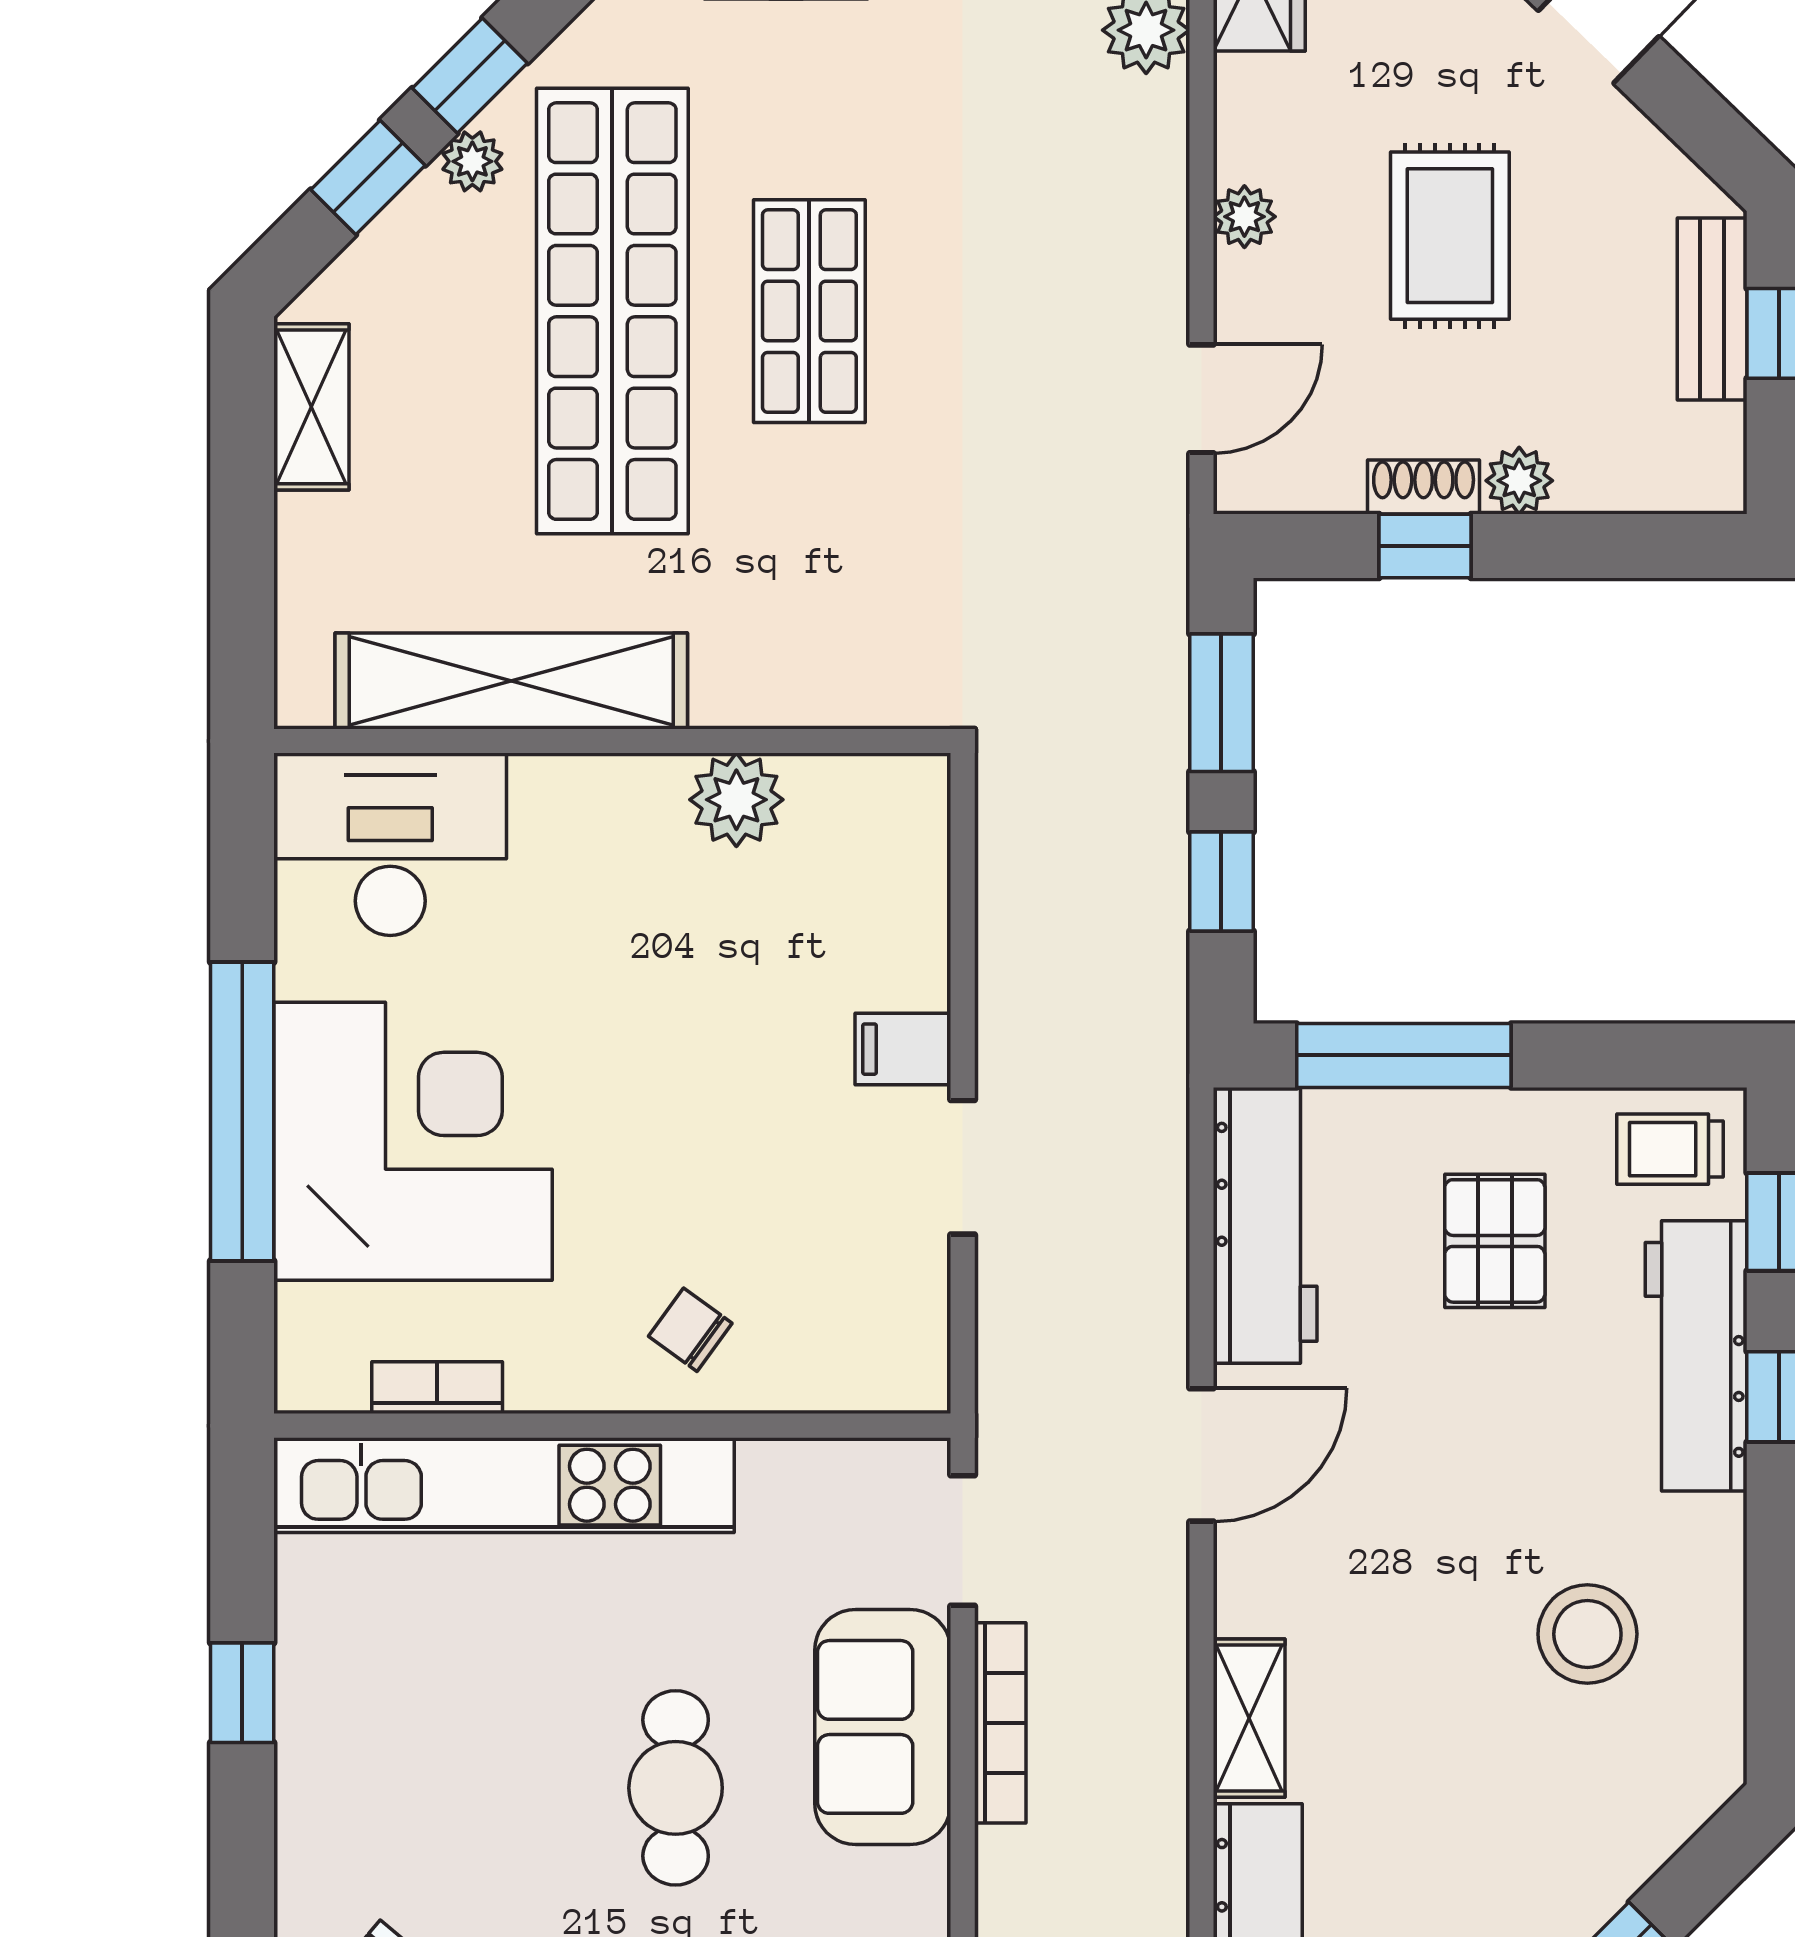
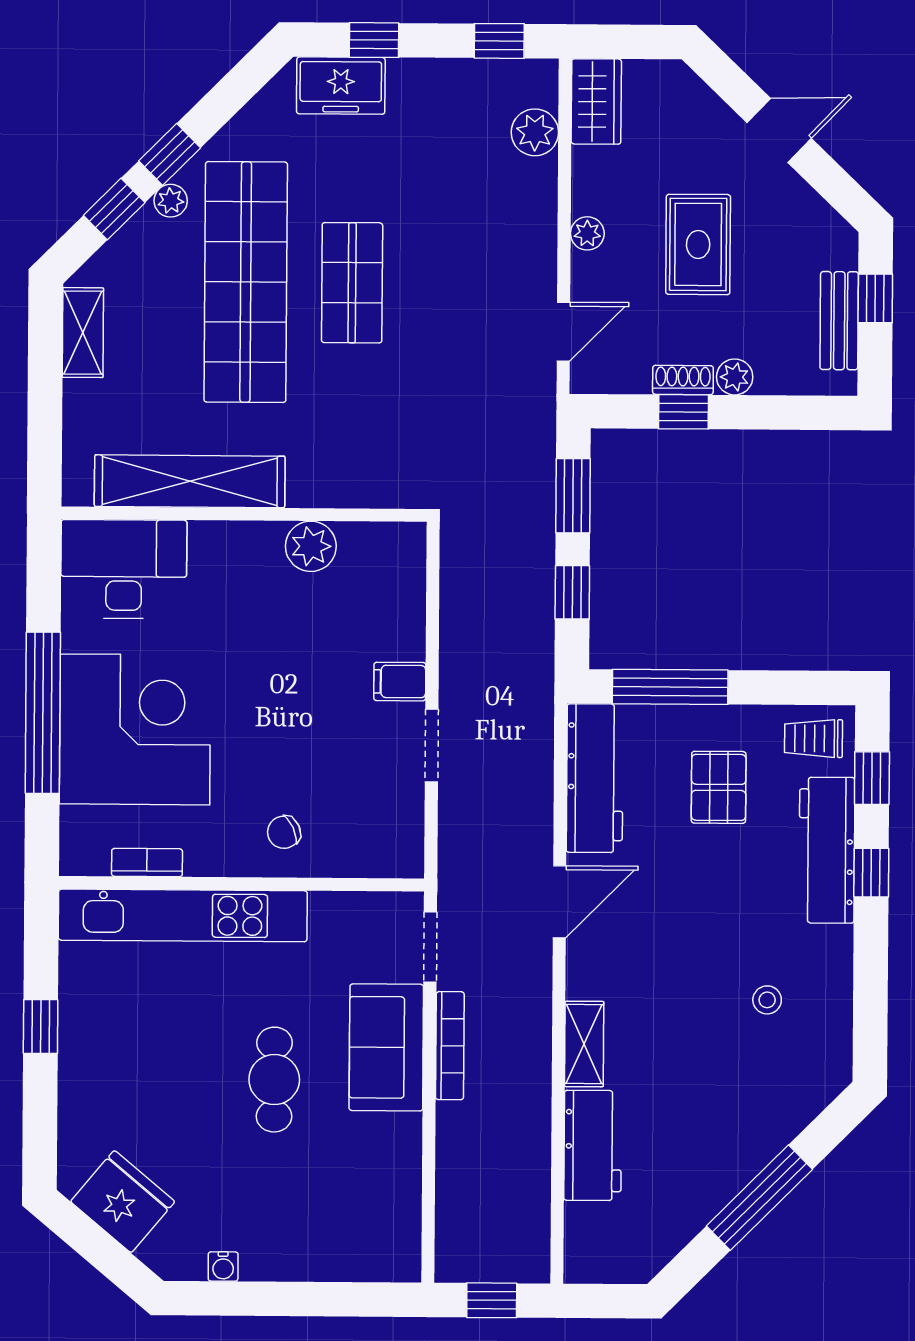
bench: (1712, 309) -> (839, 321), moved
chair: (690, 1330) -> (284, 832), turned -61
stool: (1587, 1634) -> (767, 1000), width x0.53, depth x0.53

